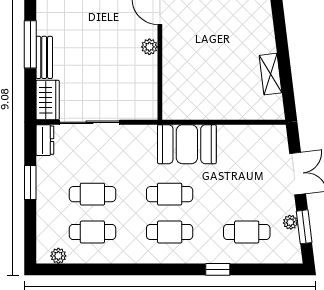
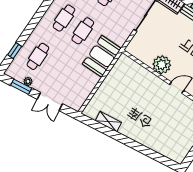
plant: (149, 47) -> (162, 65), width x1.87, depth x1.87
window: (218, 269) -> (15, 51), moved

